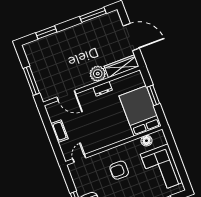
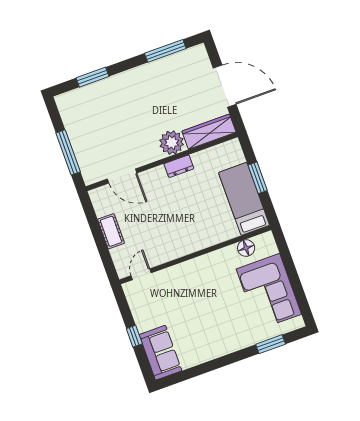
bed: (140, 111) -> (244, 199), width x0.67
armchair: (119, 170) -> (203, 293), removed

